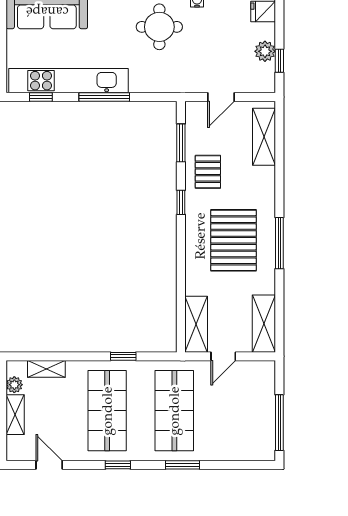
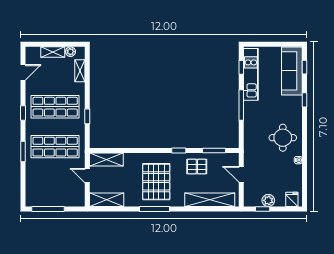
kitchen unit: (68, 81) -> (251, 74), width x0.73
shelving: (264, 137) -> (210, 200), width x1.47
pallet: (234, 240) -> (156, 182), turned 90

